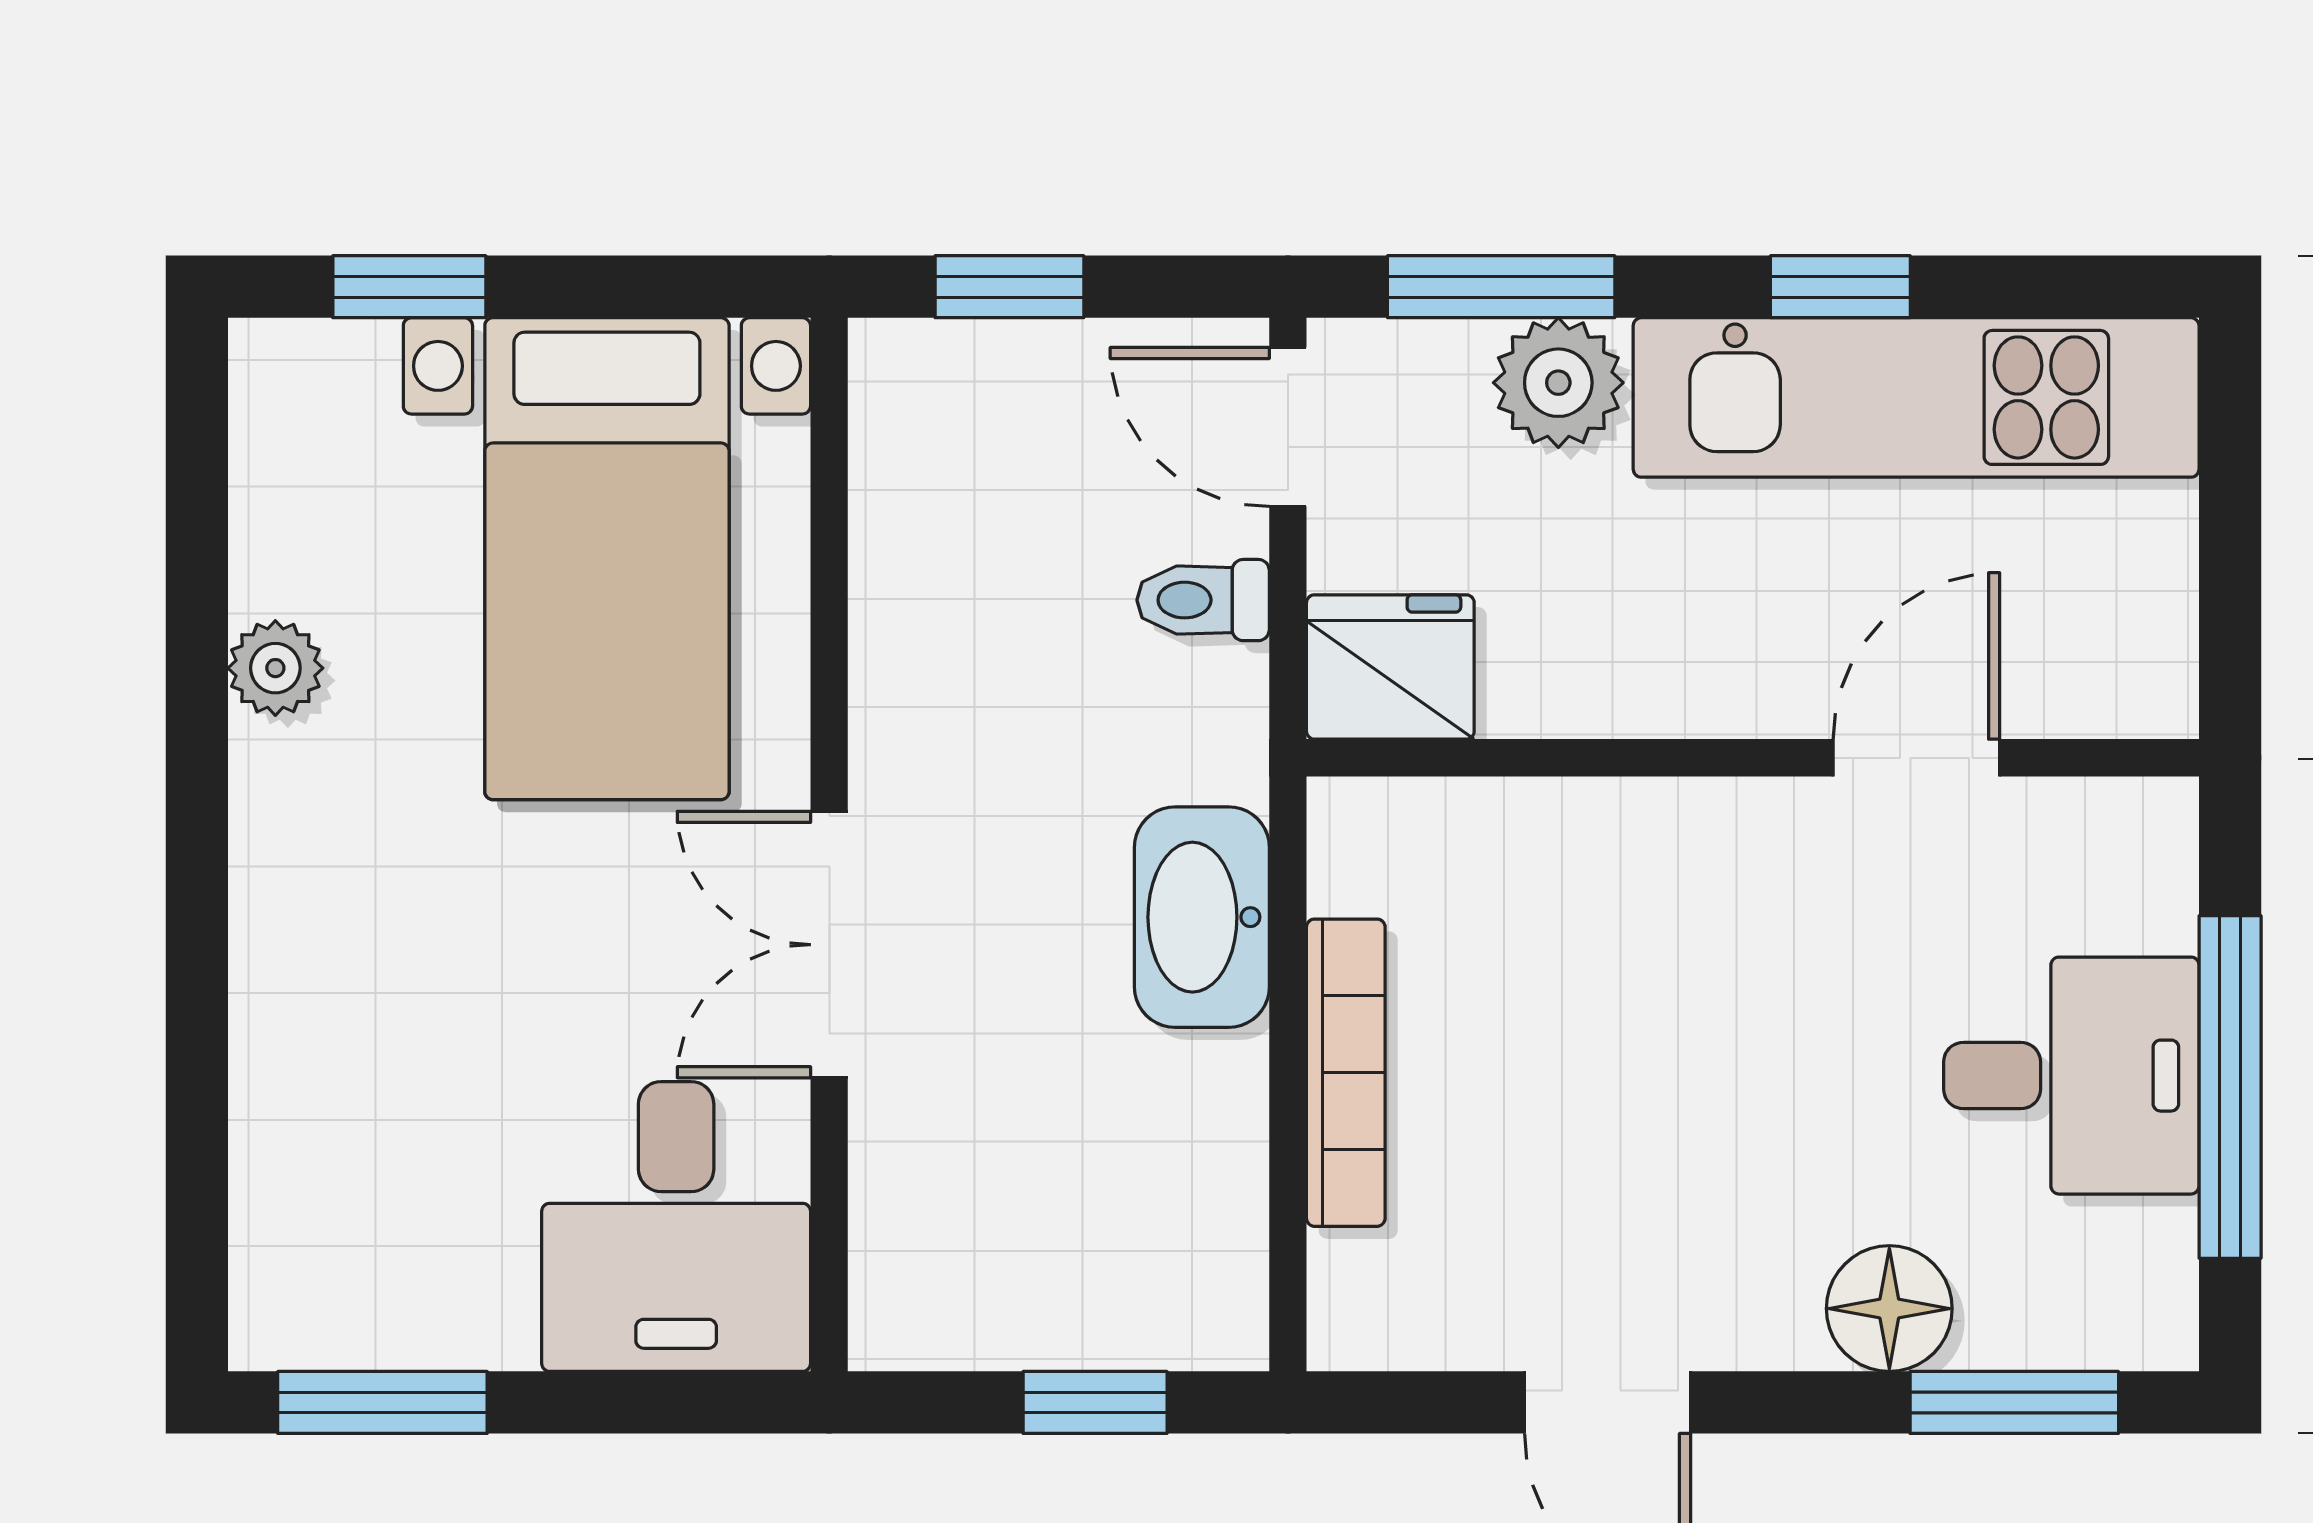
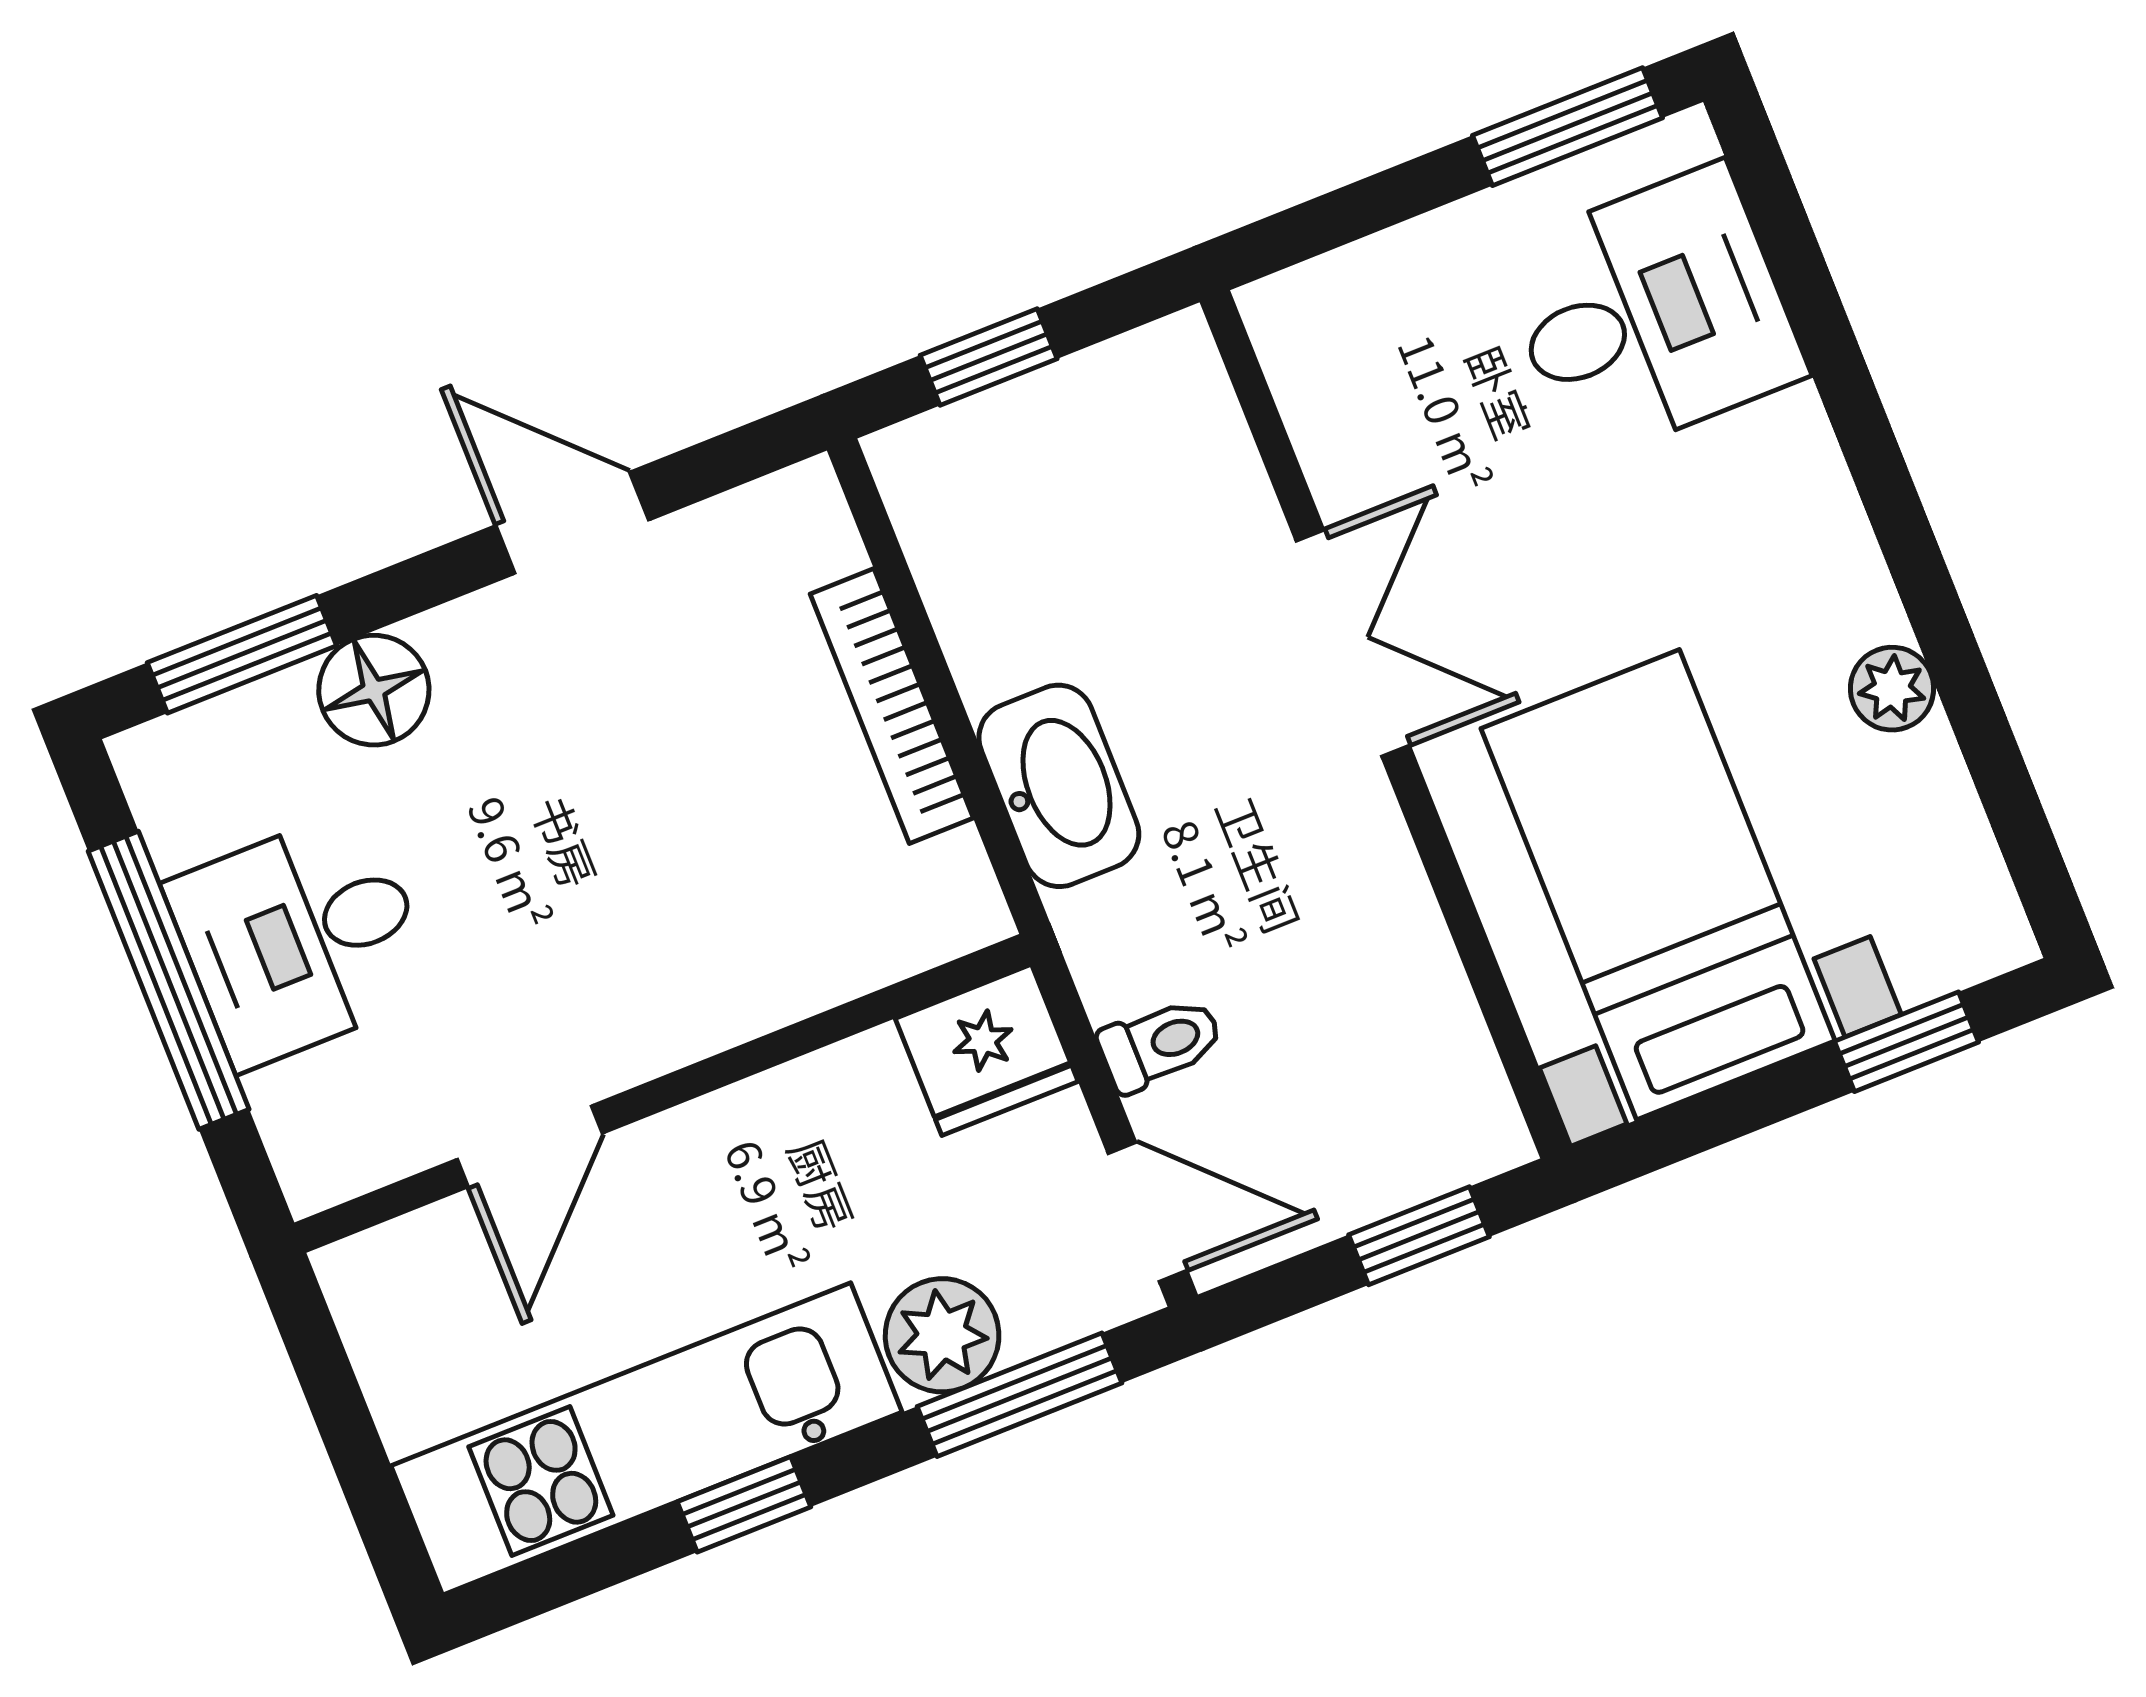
desk: (676, 1227) -> (1651, 313), moved, turned 90

